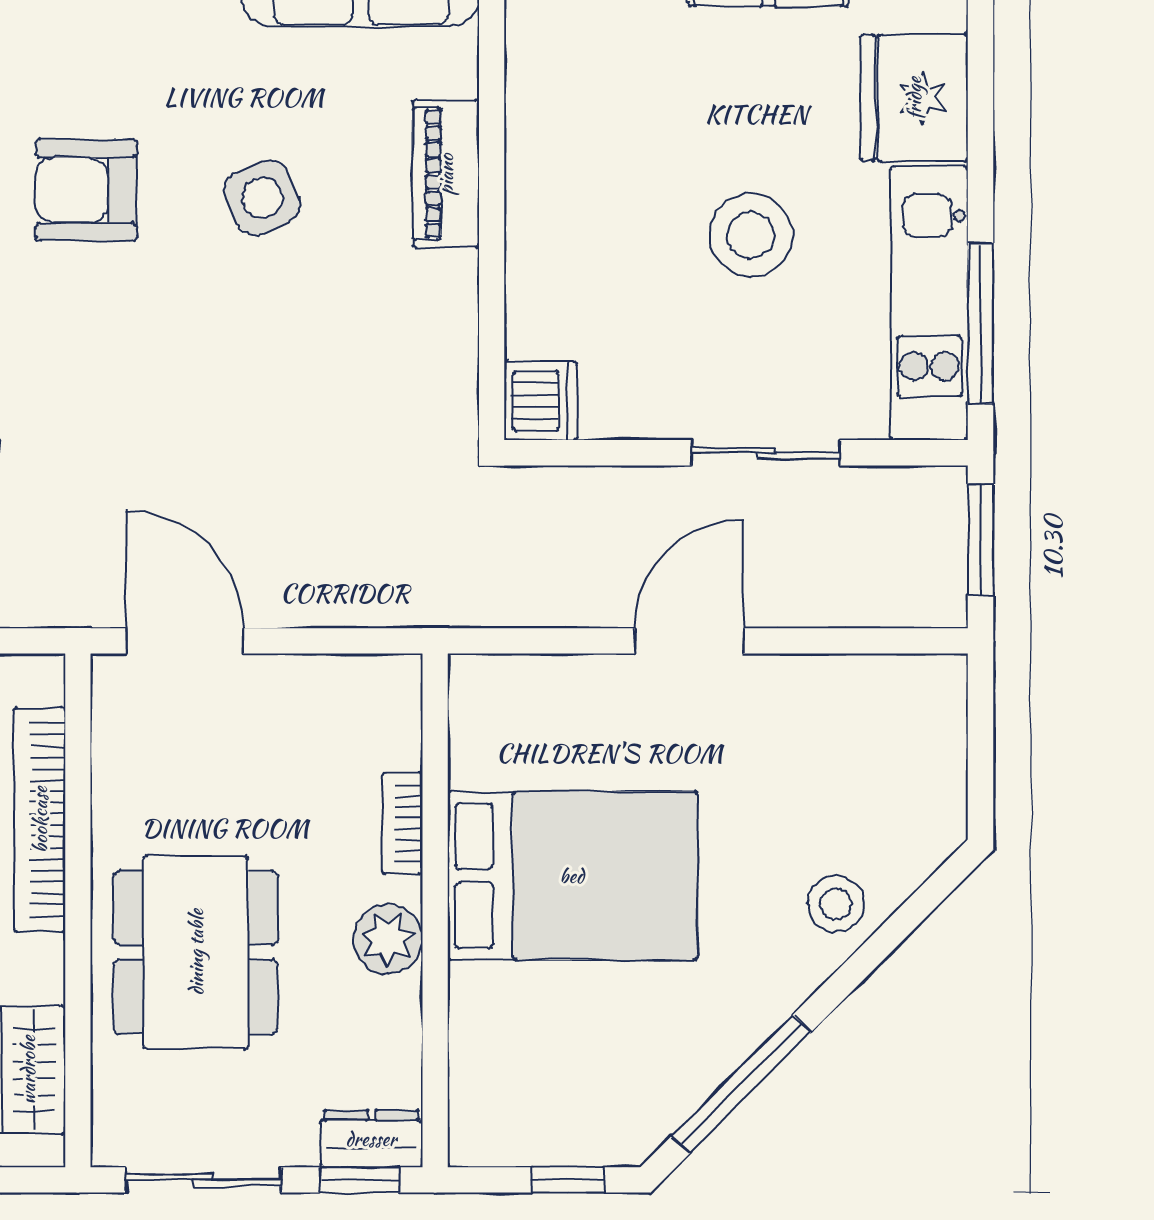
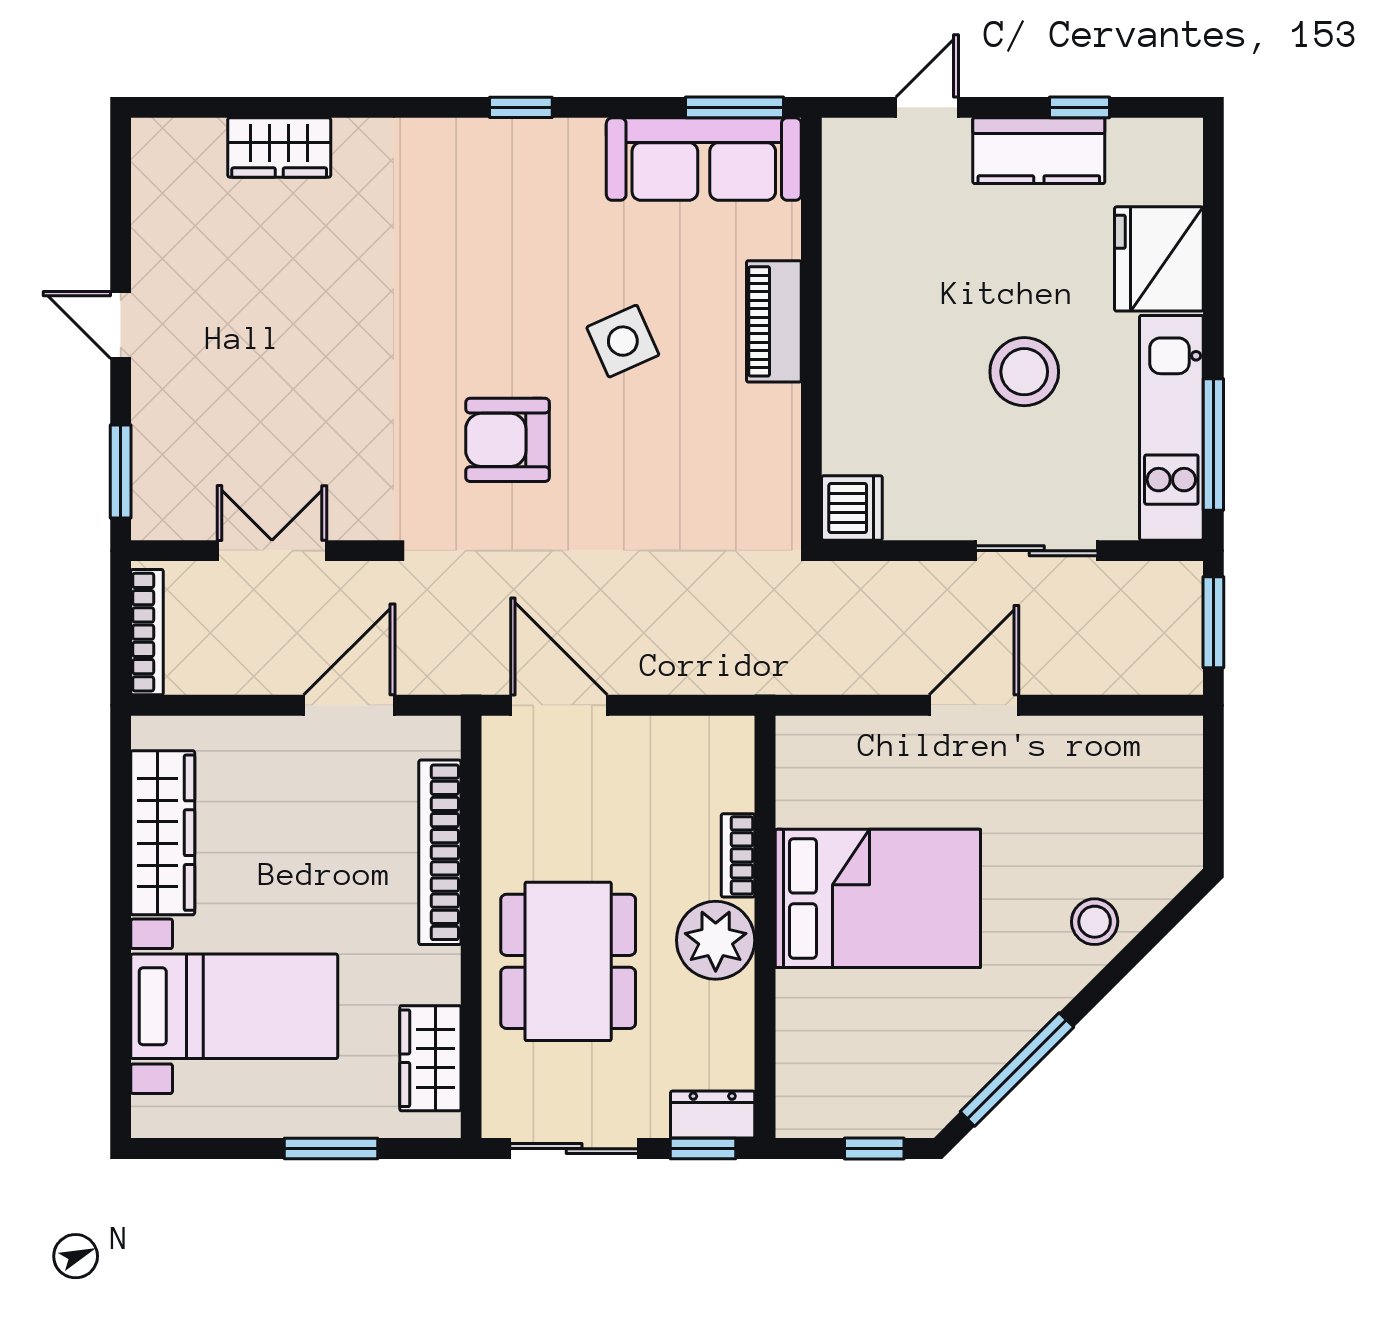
armchair: (86, 190) -> (508, 440), moved
plant: (388, 939) -> (716, 940), width x1.36, depth x1.36

